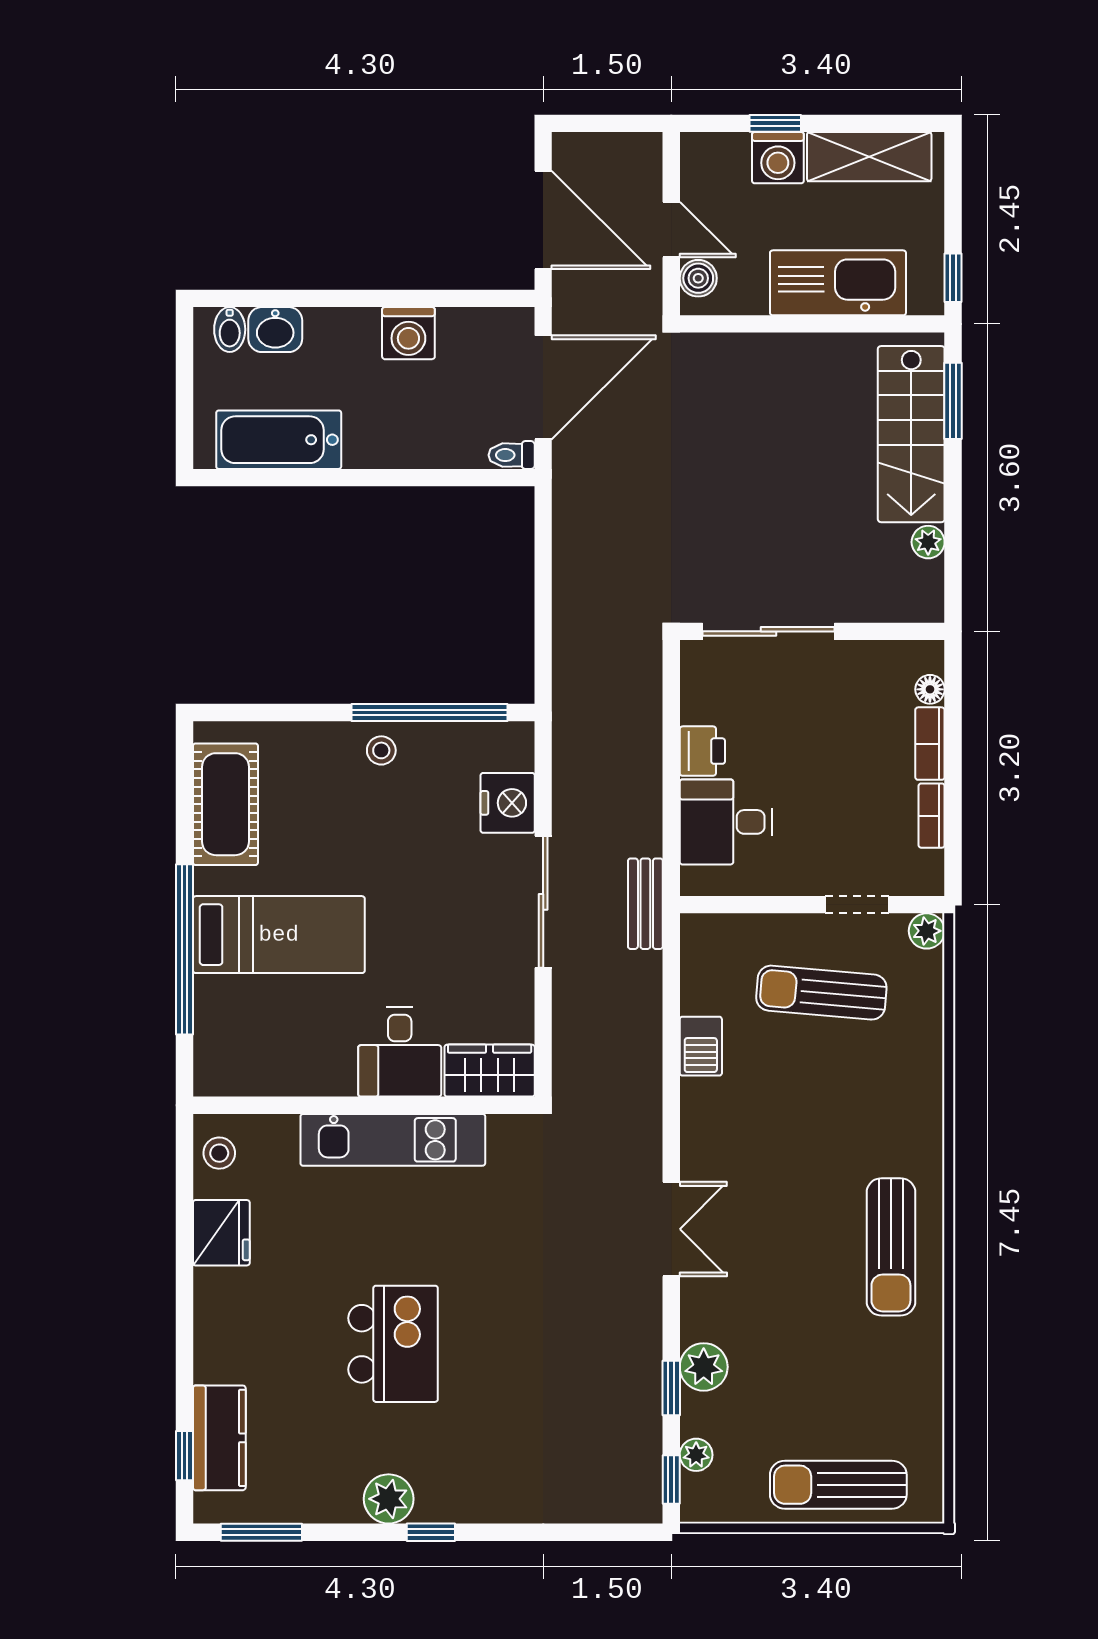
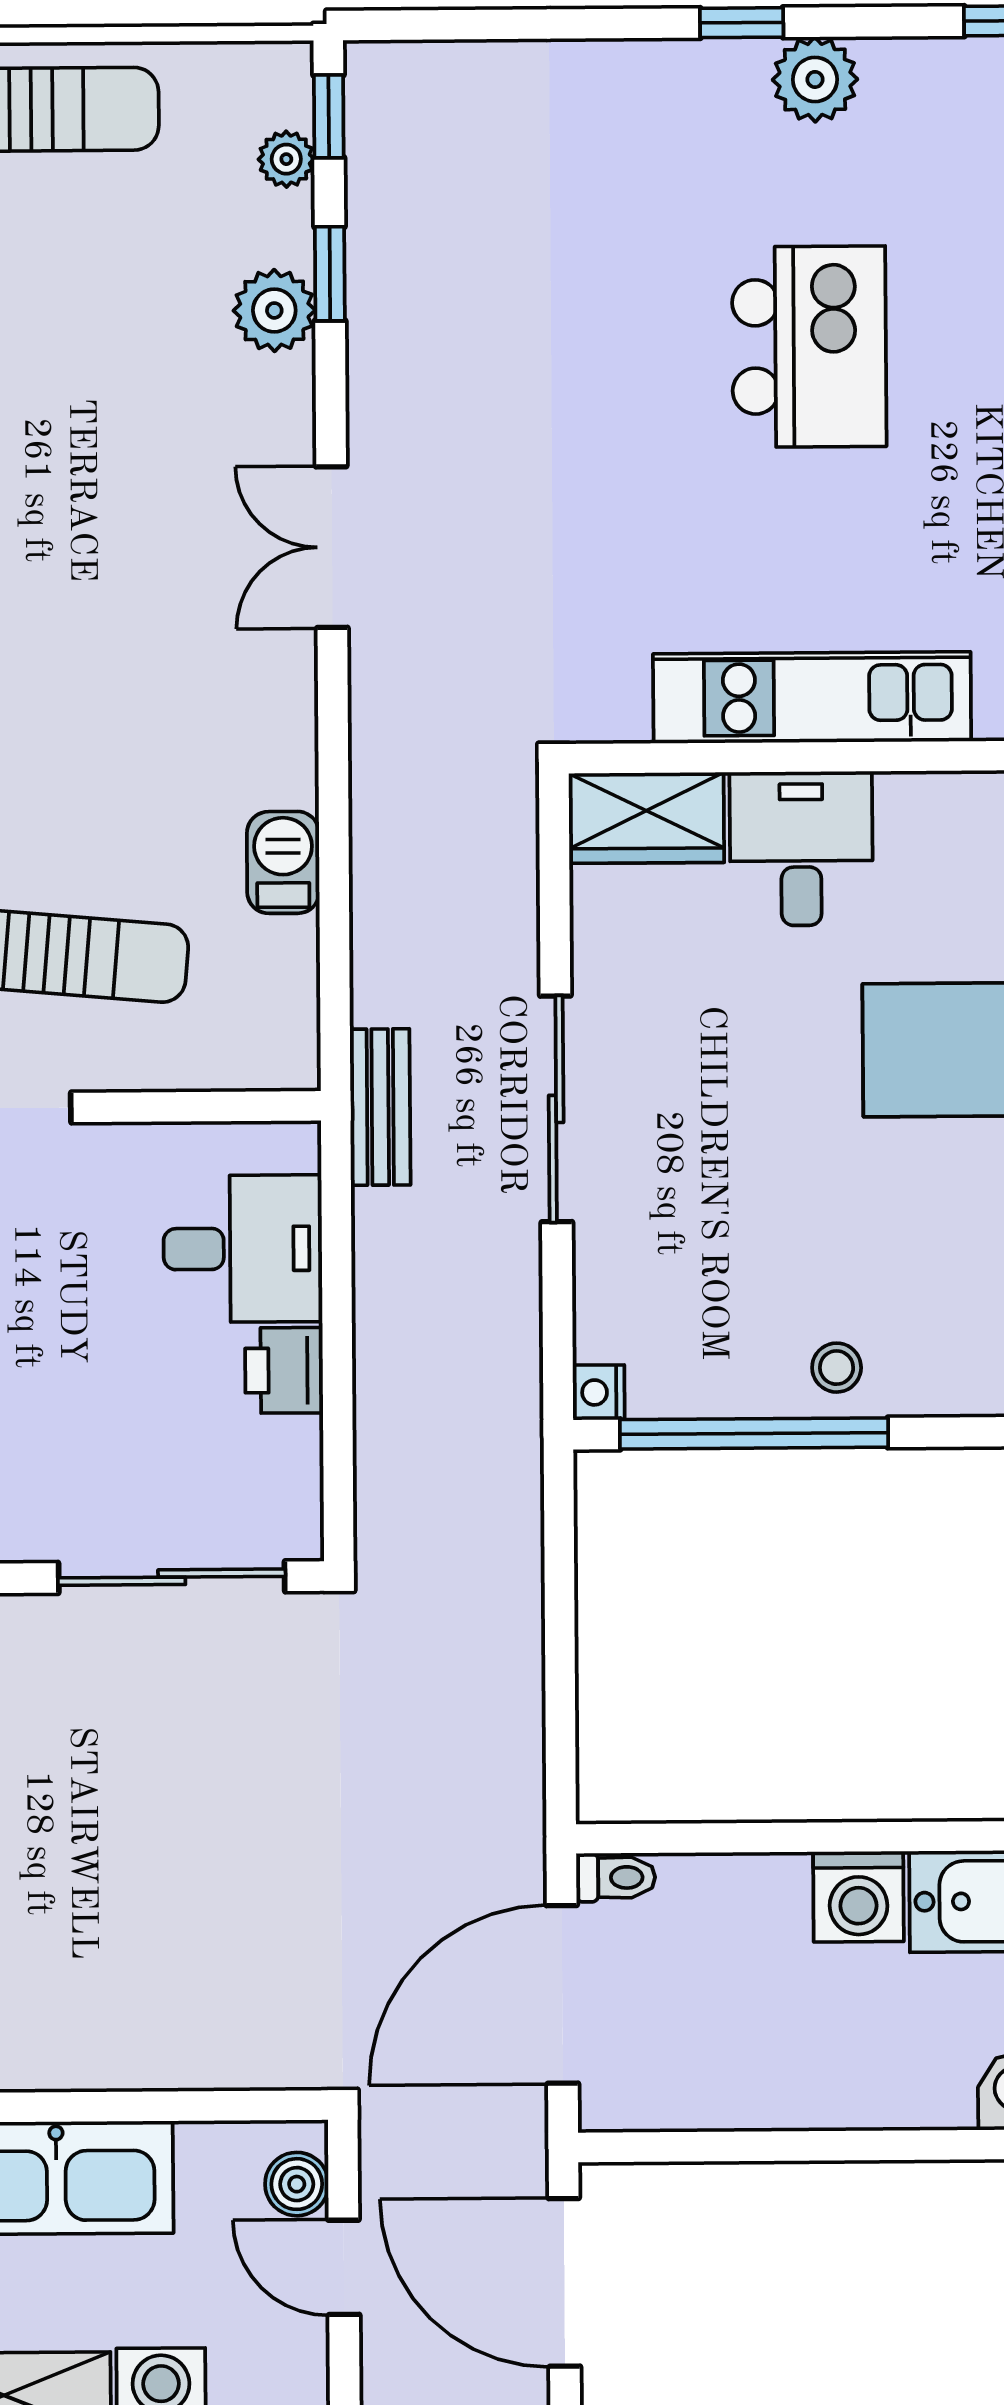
washing machine: (408, 333) -> (858, 1897), moved, turned 180
nightstand: (508, 803) -> (599, 1392), moved, width x0.53, depth x0.56
kitchen island: (393, 1344) -> (809, 347), turned 180

